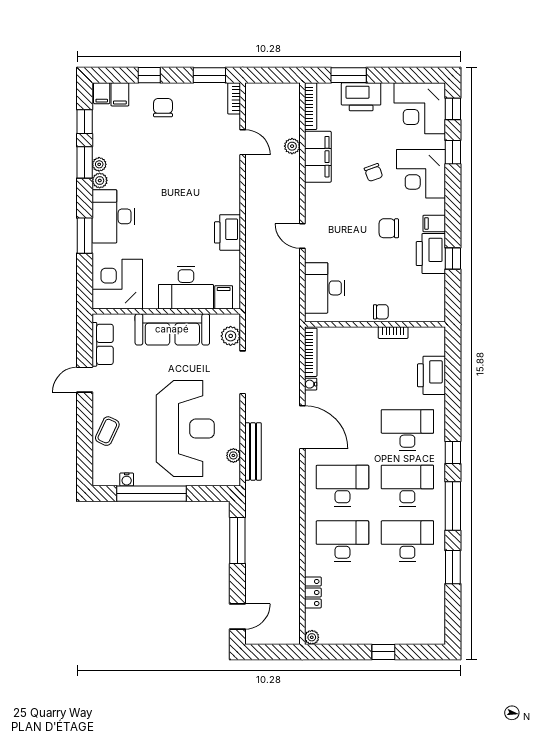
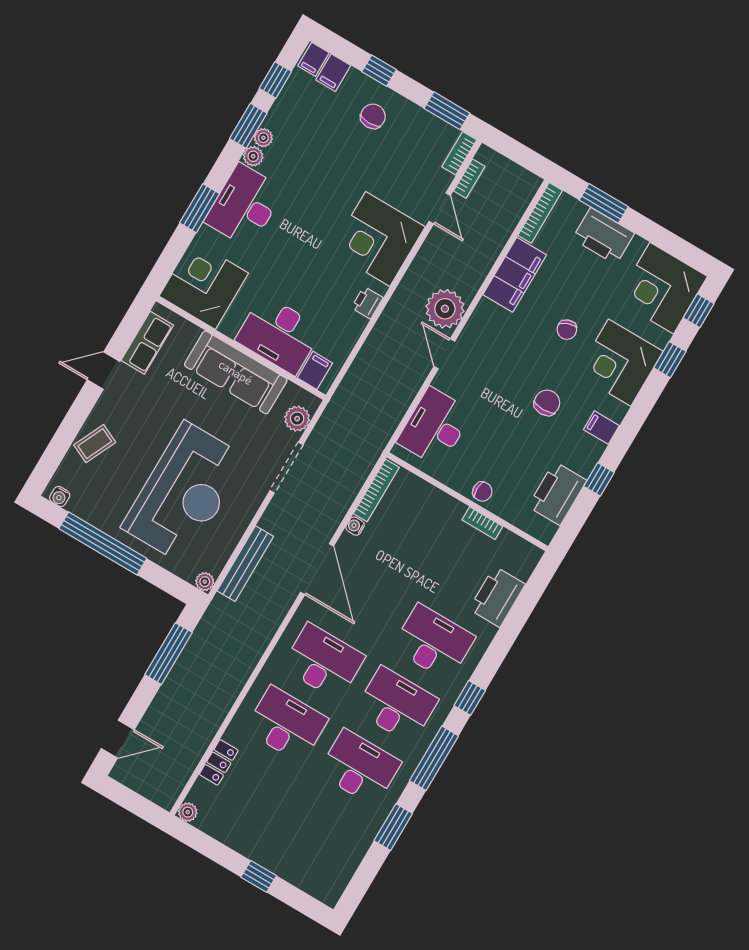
bookcase: (251, 111) -> (469, 179), added
plant: (292, 146) -> (445, 309), moved, width x1.88, depth x1.88
corner desk: (214, 186) -> (378, 239), added
chair: (389, 228) -> (547, 403), turned 90
printer: (228, 232) -> (367, 303), width x0.53, depth x0.68
printer: (431, 254) -> (557, 493), moved
plant: (233, 455) -> (205, 582), moved
water cooler: (127, 480) -> (60, 496), moved

